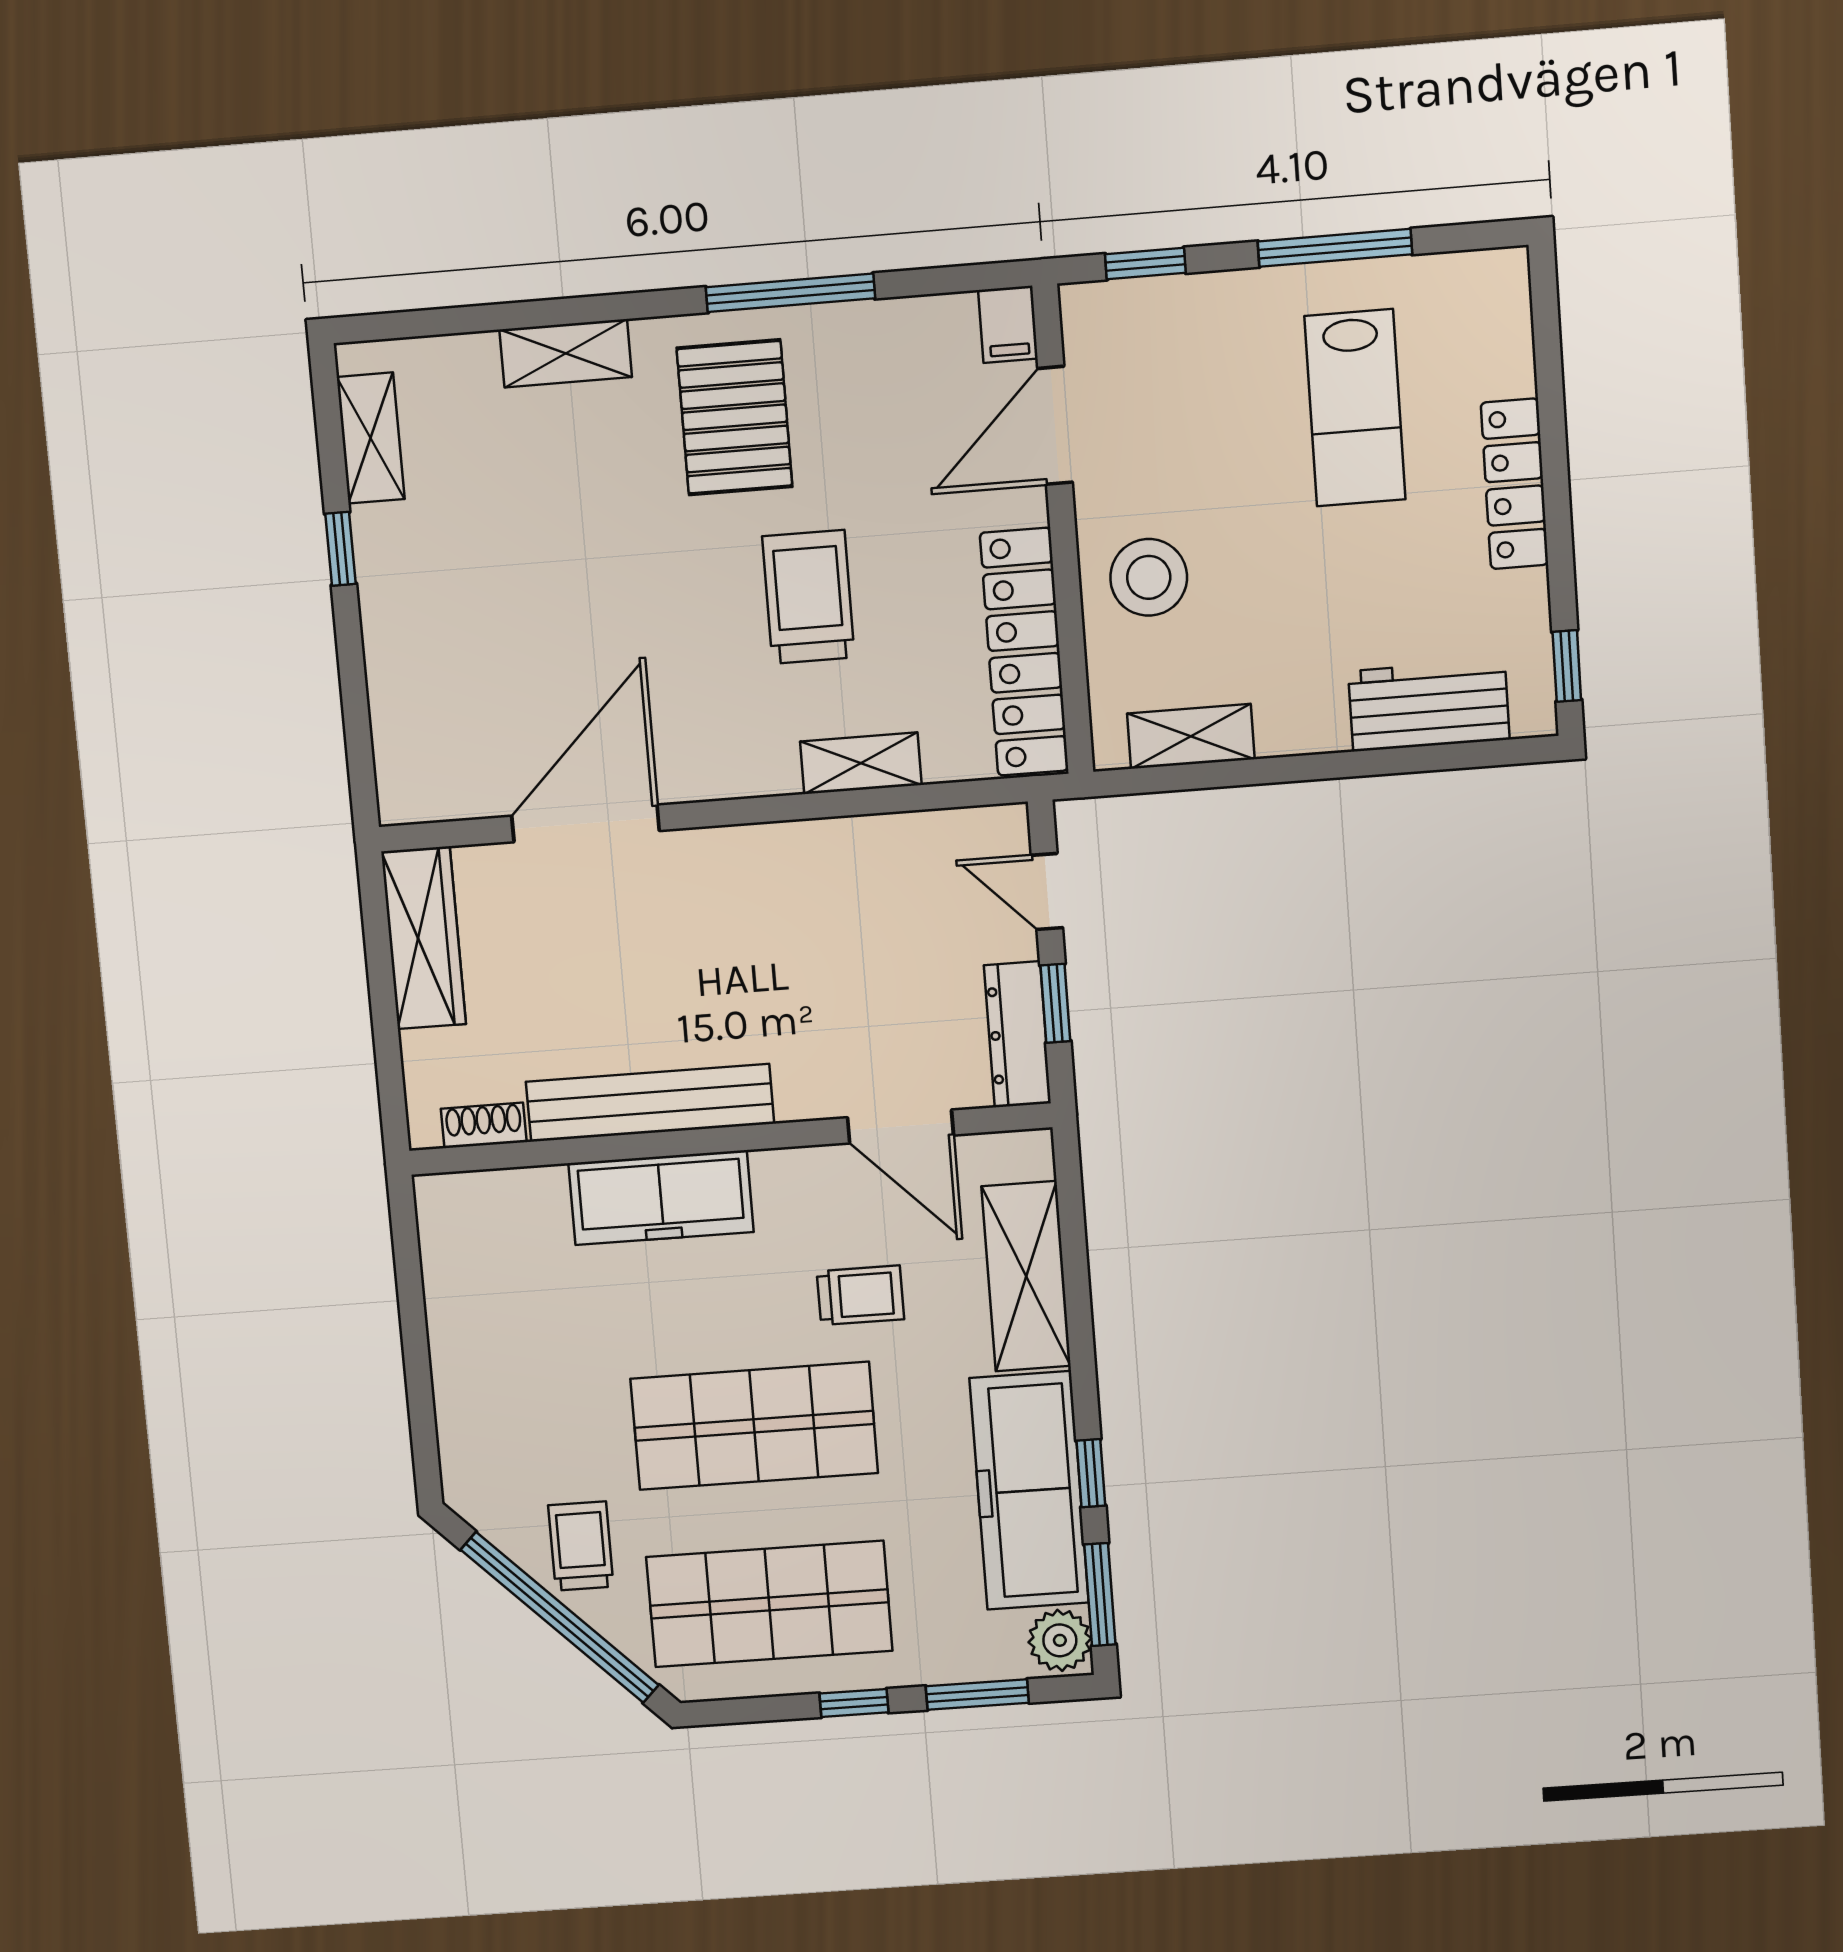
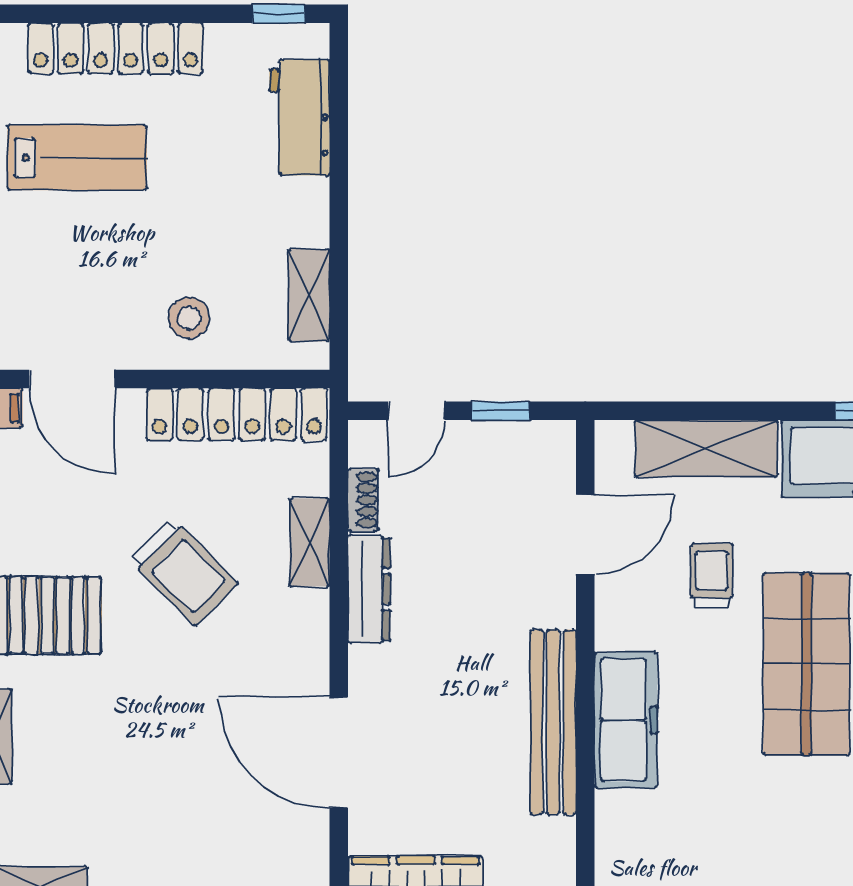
locker: (1515, 484) -> (116, 48), width x1.41, depth x1.21
stool: (1149, 577) -> (189, 318), width x0.73, depth x0.73
trolley: (808, 597) -> (184, 571), turned -135
dresser: (1017, 1034) -> (369, 589), moved, turned -90
shoe rack: (484, 1125) -> (363, 500), moved, turned 180

